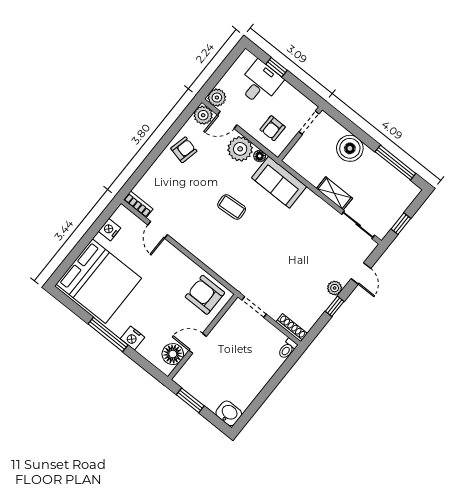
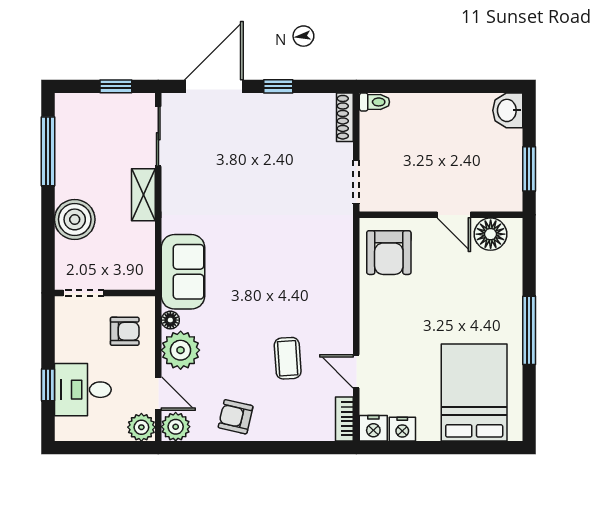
coffee table: (232, 207) -> (288, 358), moved
door: (158, 230) -> (356, 371), swing flipped
door: (361, 273) -> (214, 86), width x1.87
bed: (99, 281) -> (474, 392), width x0.73
plant: (335, 288) -> (256, 104), removed
nightstand: (133, 338) -> (373, 428), moved, turned 90

